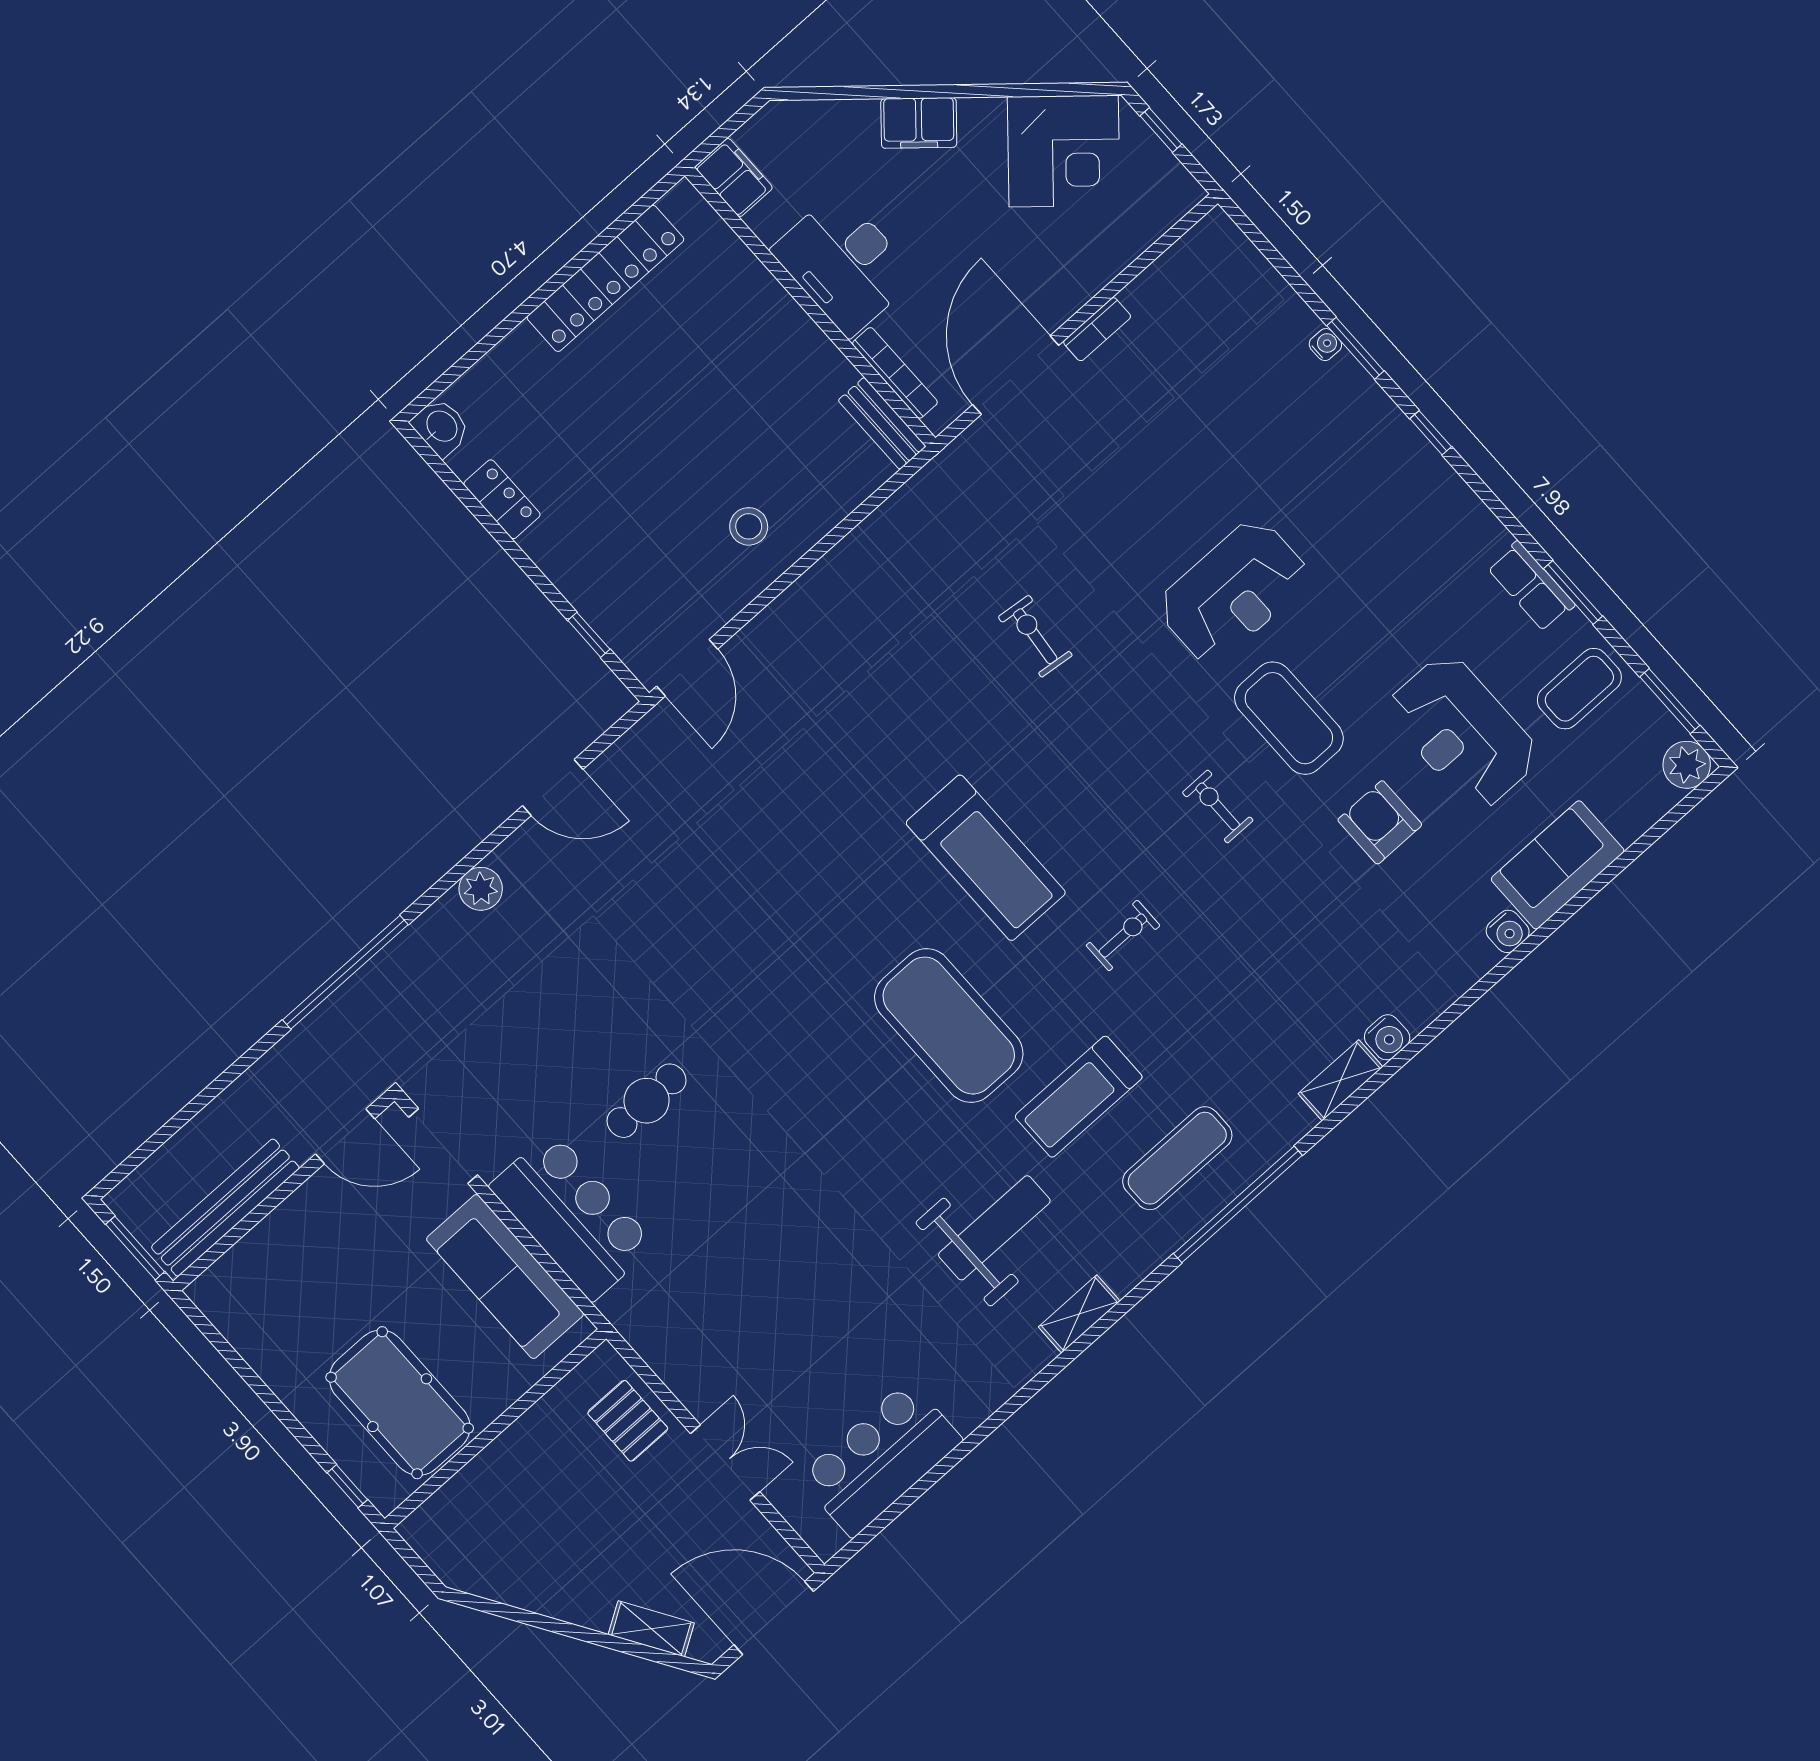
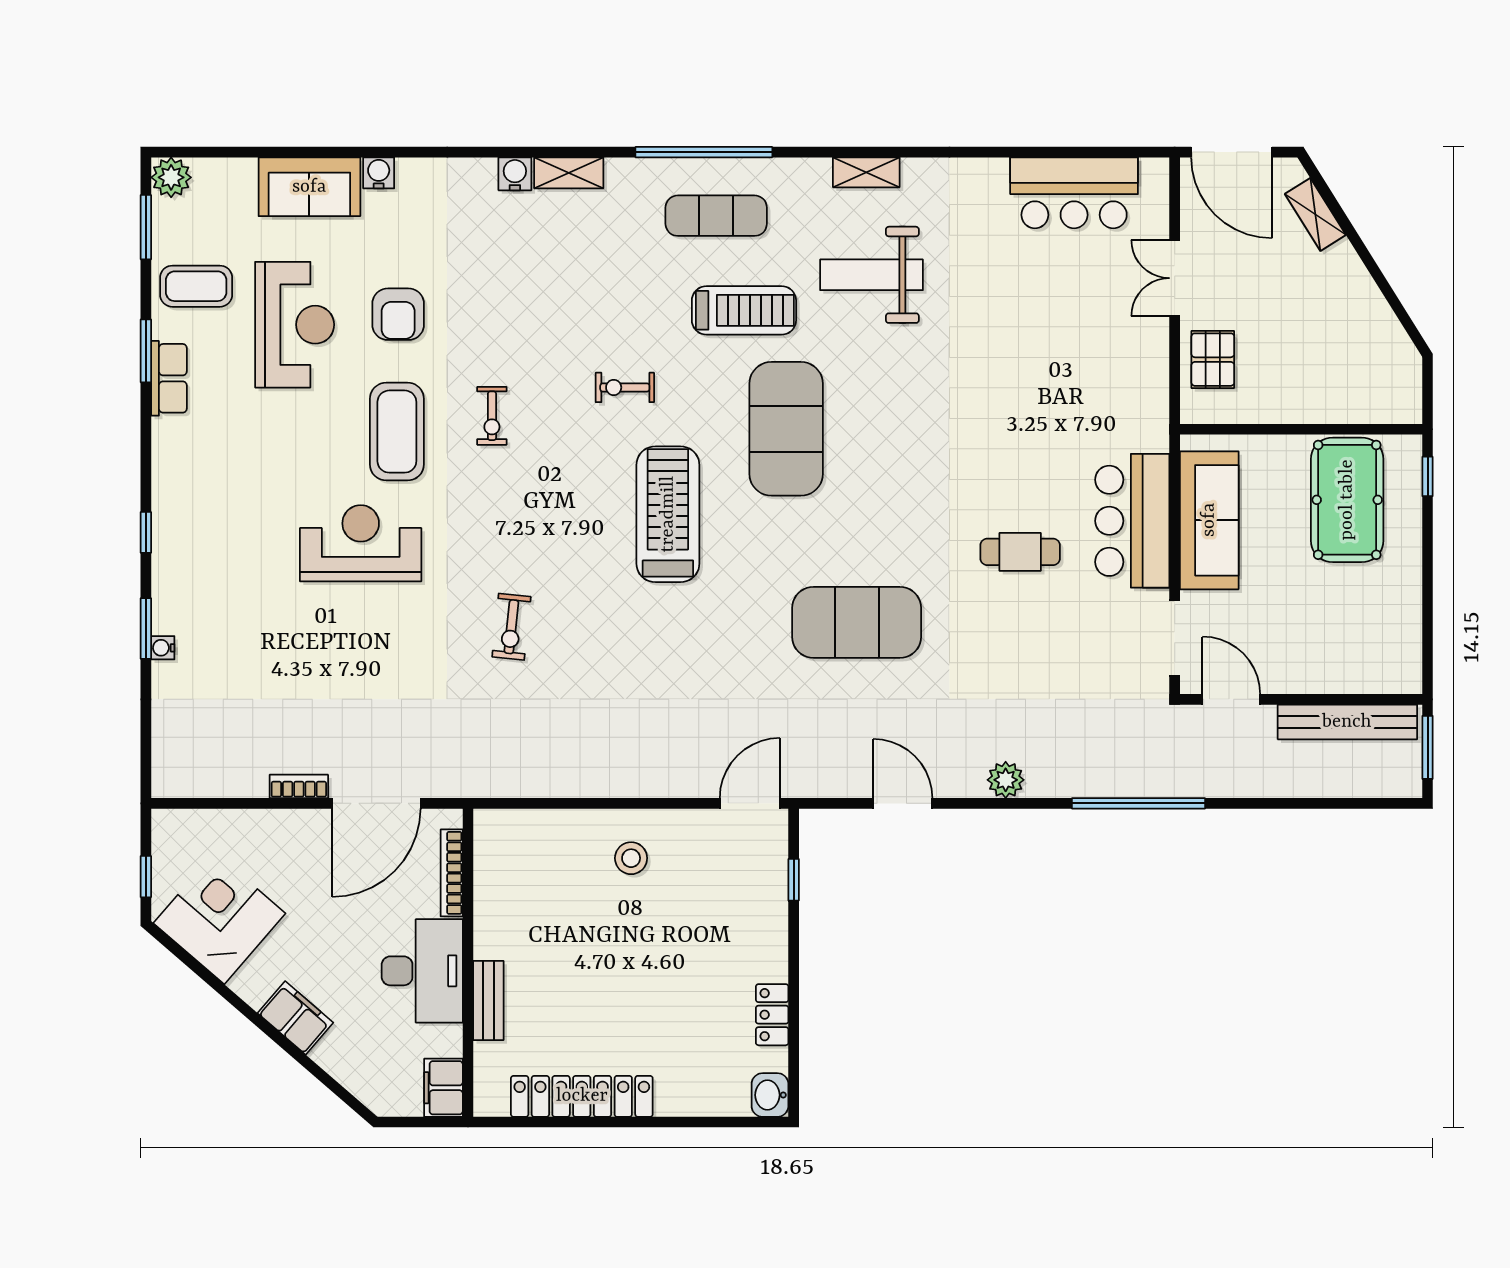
bench: (882, 423) -> (488, 1000), moved
exercise mat: (735, 911) -> (857, 622), added

